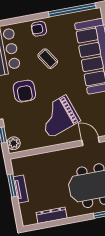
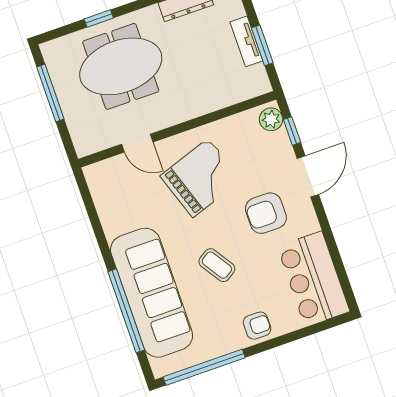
coffee table: (48, 59) -> (217, 265), moved
armchair: (24, 91) -> (266, 213), turned -90

